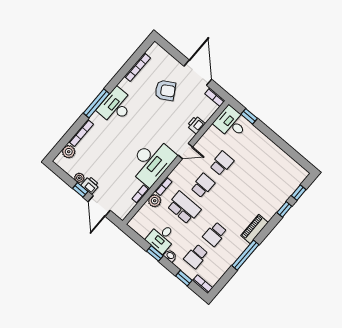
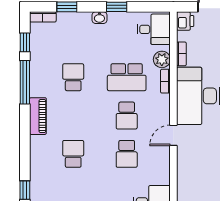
printer: (196, 125) -> (185, 21), moved
window: (284, 209) -> (25, 42), moved
desk: (162, 238) -> (154, 29), moved, turned 90
school desk: (196, 256) -> (73, 154), moved

